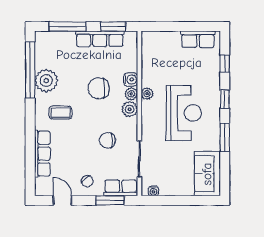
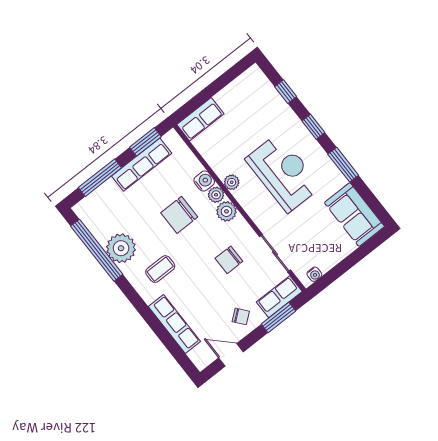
row of seats: (198, 39) -> (200, 119), moved

